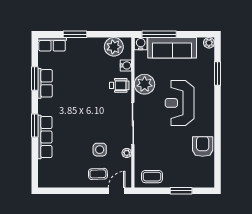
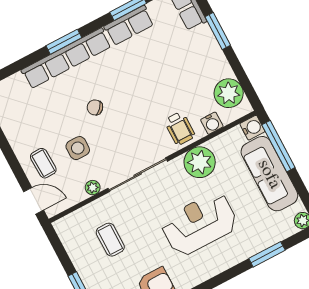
chair: (82, 128) -> (95, 107), added
row of seats: (45, 137) -> (66, 58), width x1.36
coffee table: (152, 177) -> (110, 240), moved

